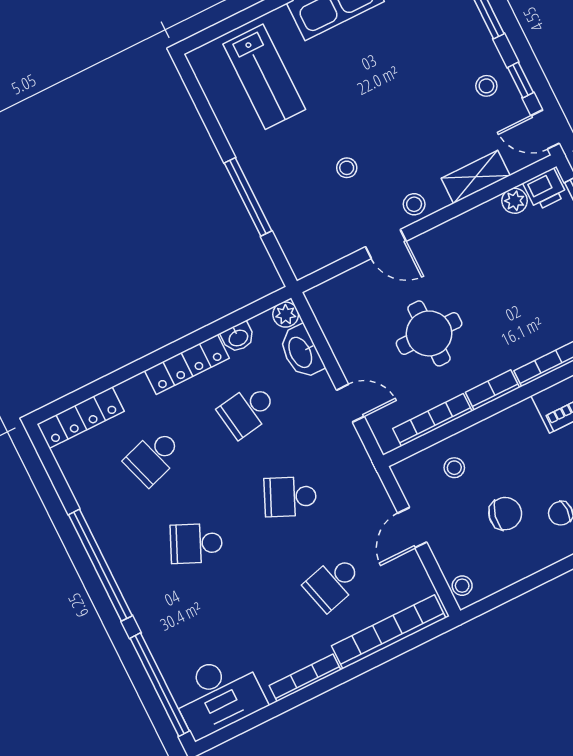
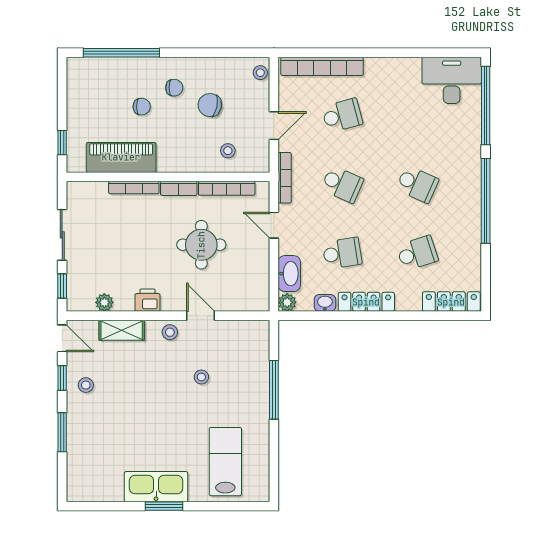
printer: (545, 189) -> (148, 300), moved
bookcase: (305, 678) -> (285, 178), moved, turned -90

